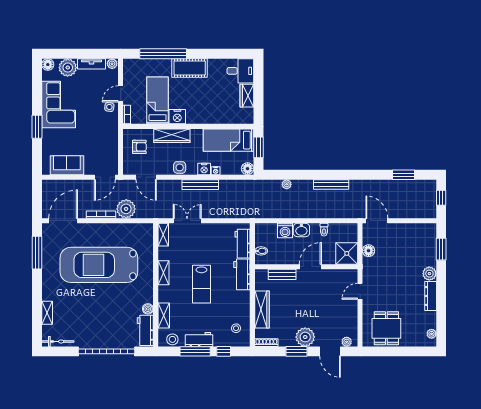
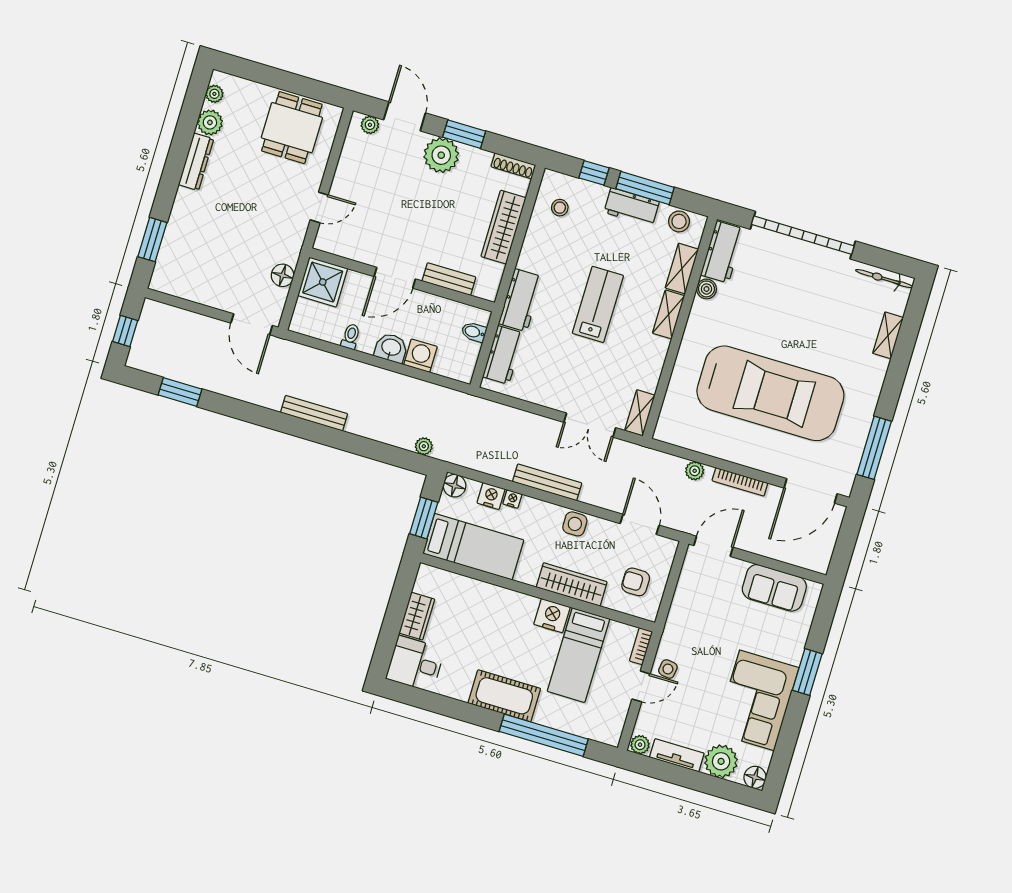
nightstand: (204, 169) -> (491, 496), moved
plant: (287, 184) -> (424, 446), moved
plant: (126, 209) -> (695, 471), width x0.53, depth x0.53
shelving: (163, 273) -> (669, 314), moved
plant: (429, 274) -> (210, 122), moved

